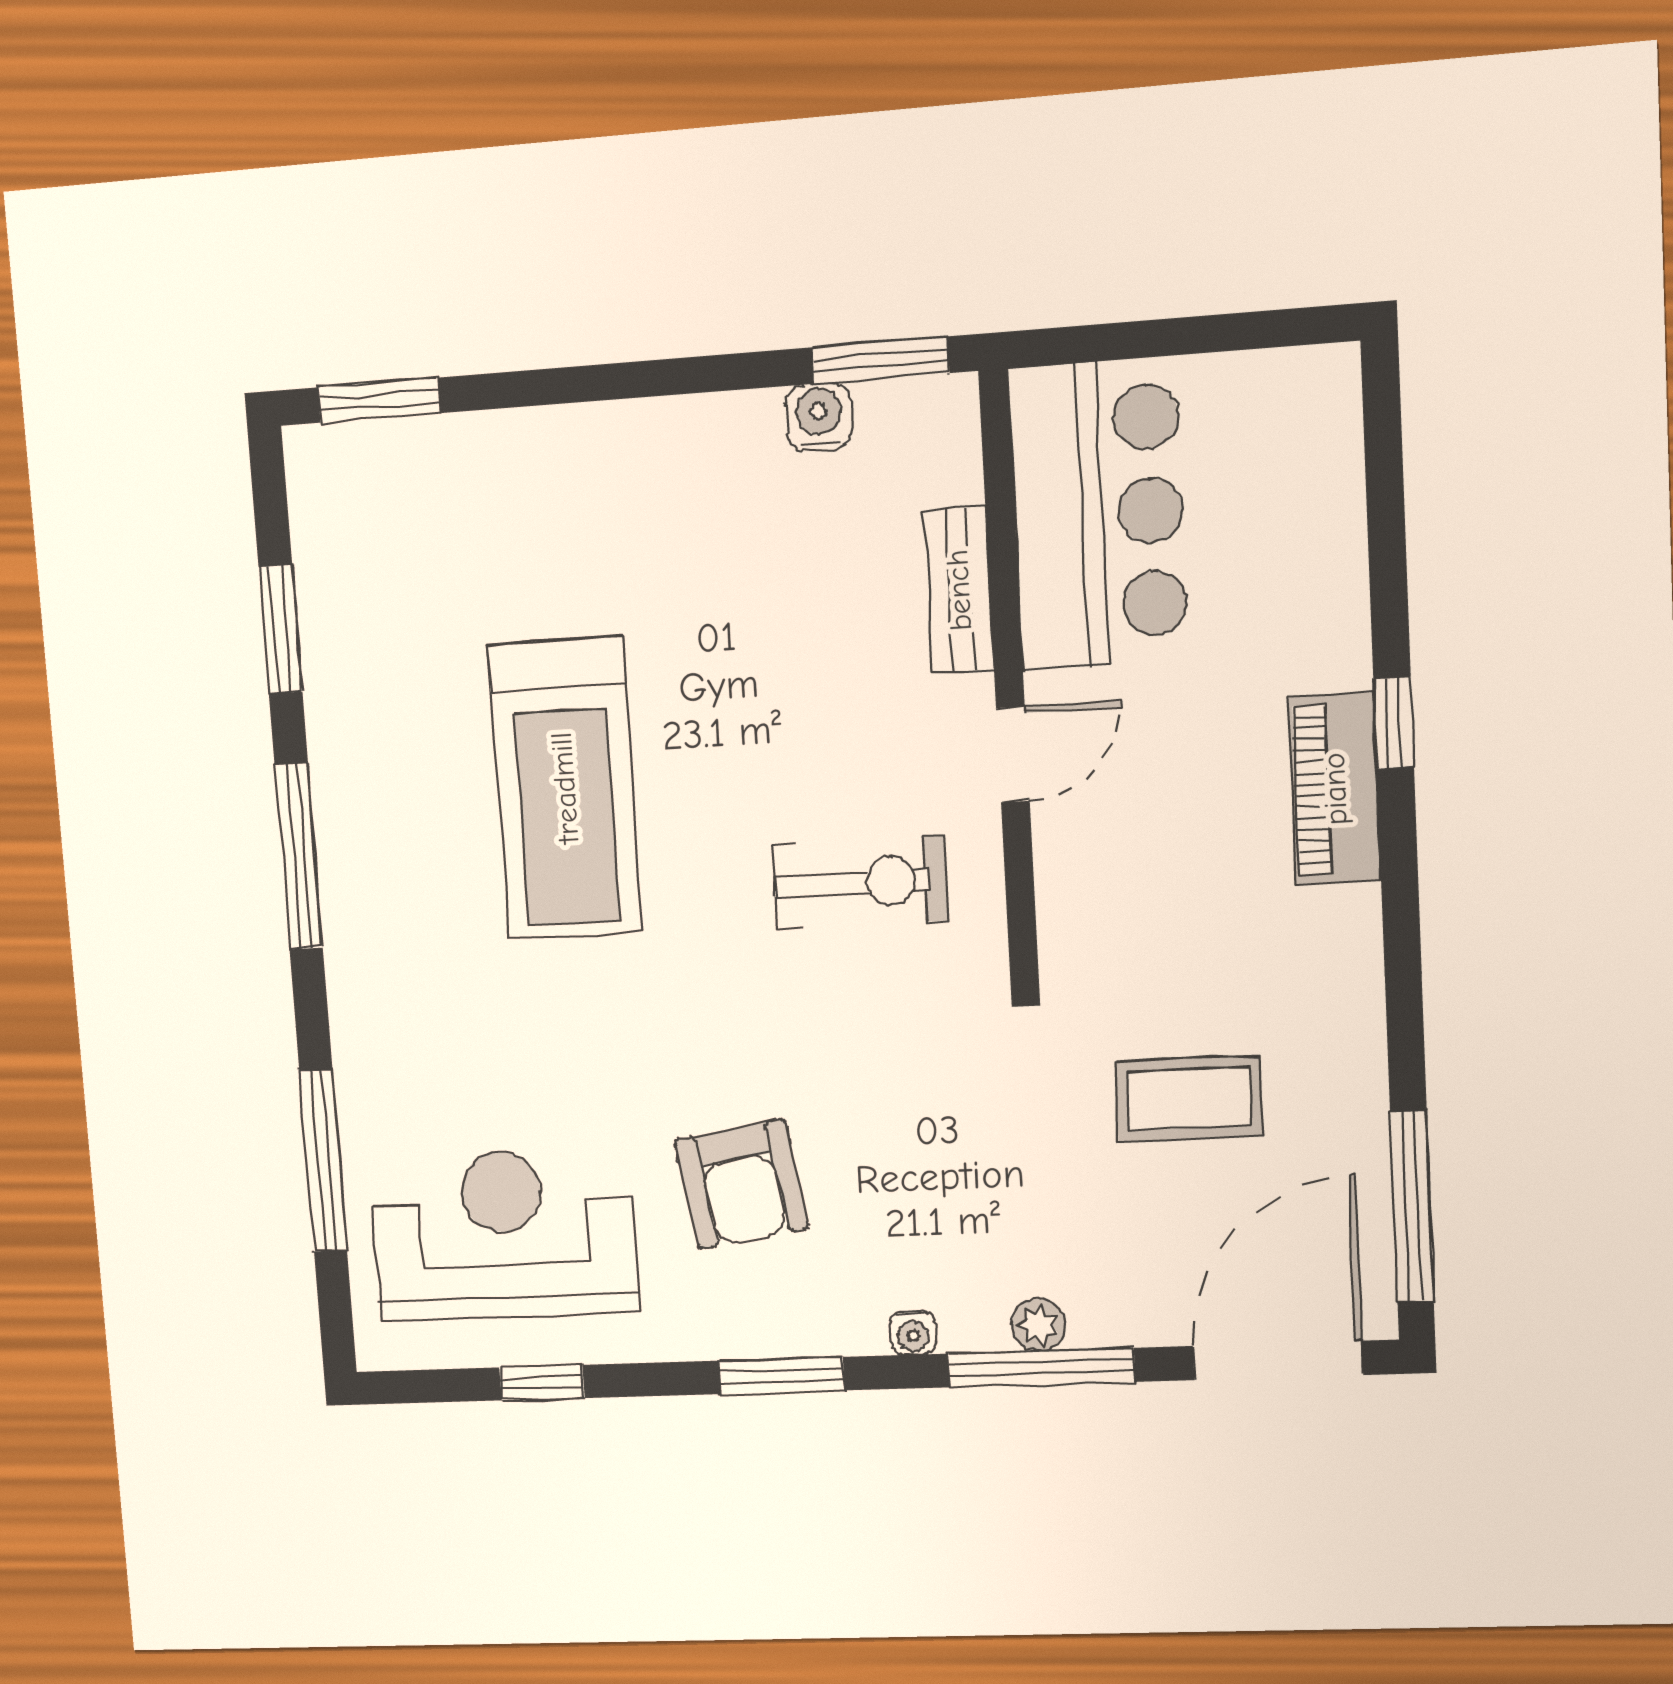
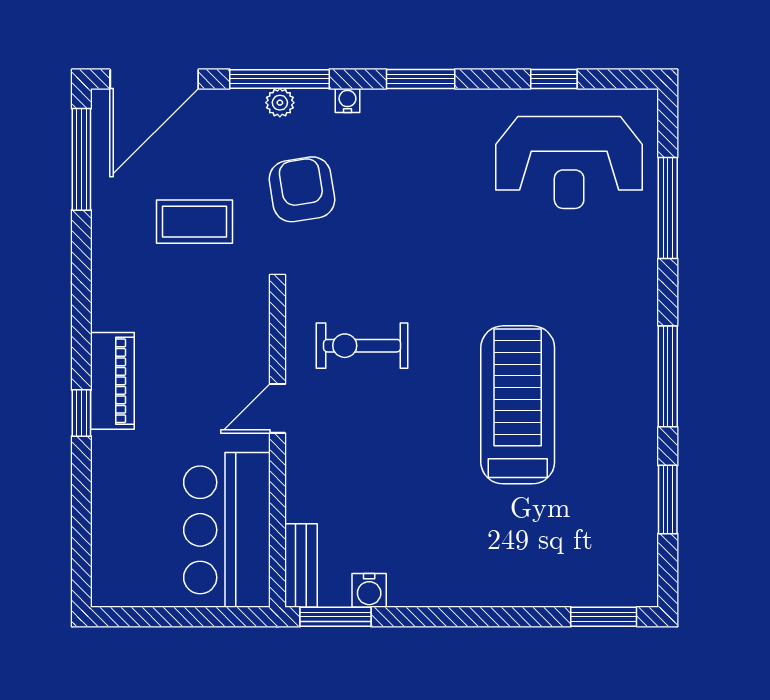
bench: (959, 590) -> (301, 566), moved
armchair: (742, 1184) -> (302, 189), moved

